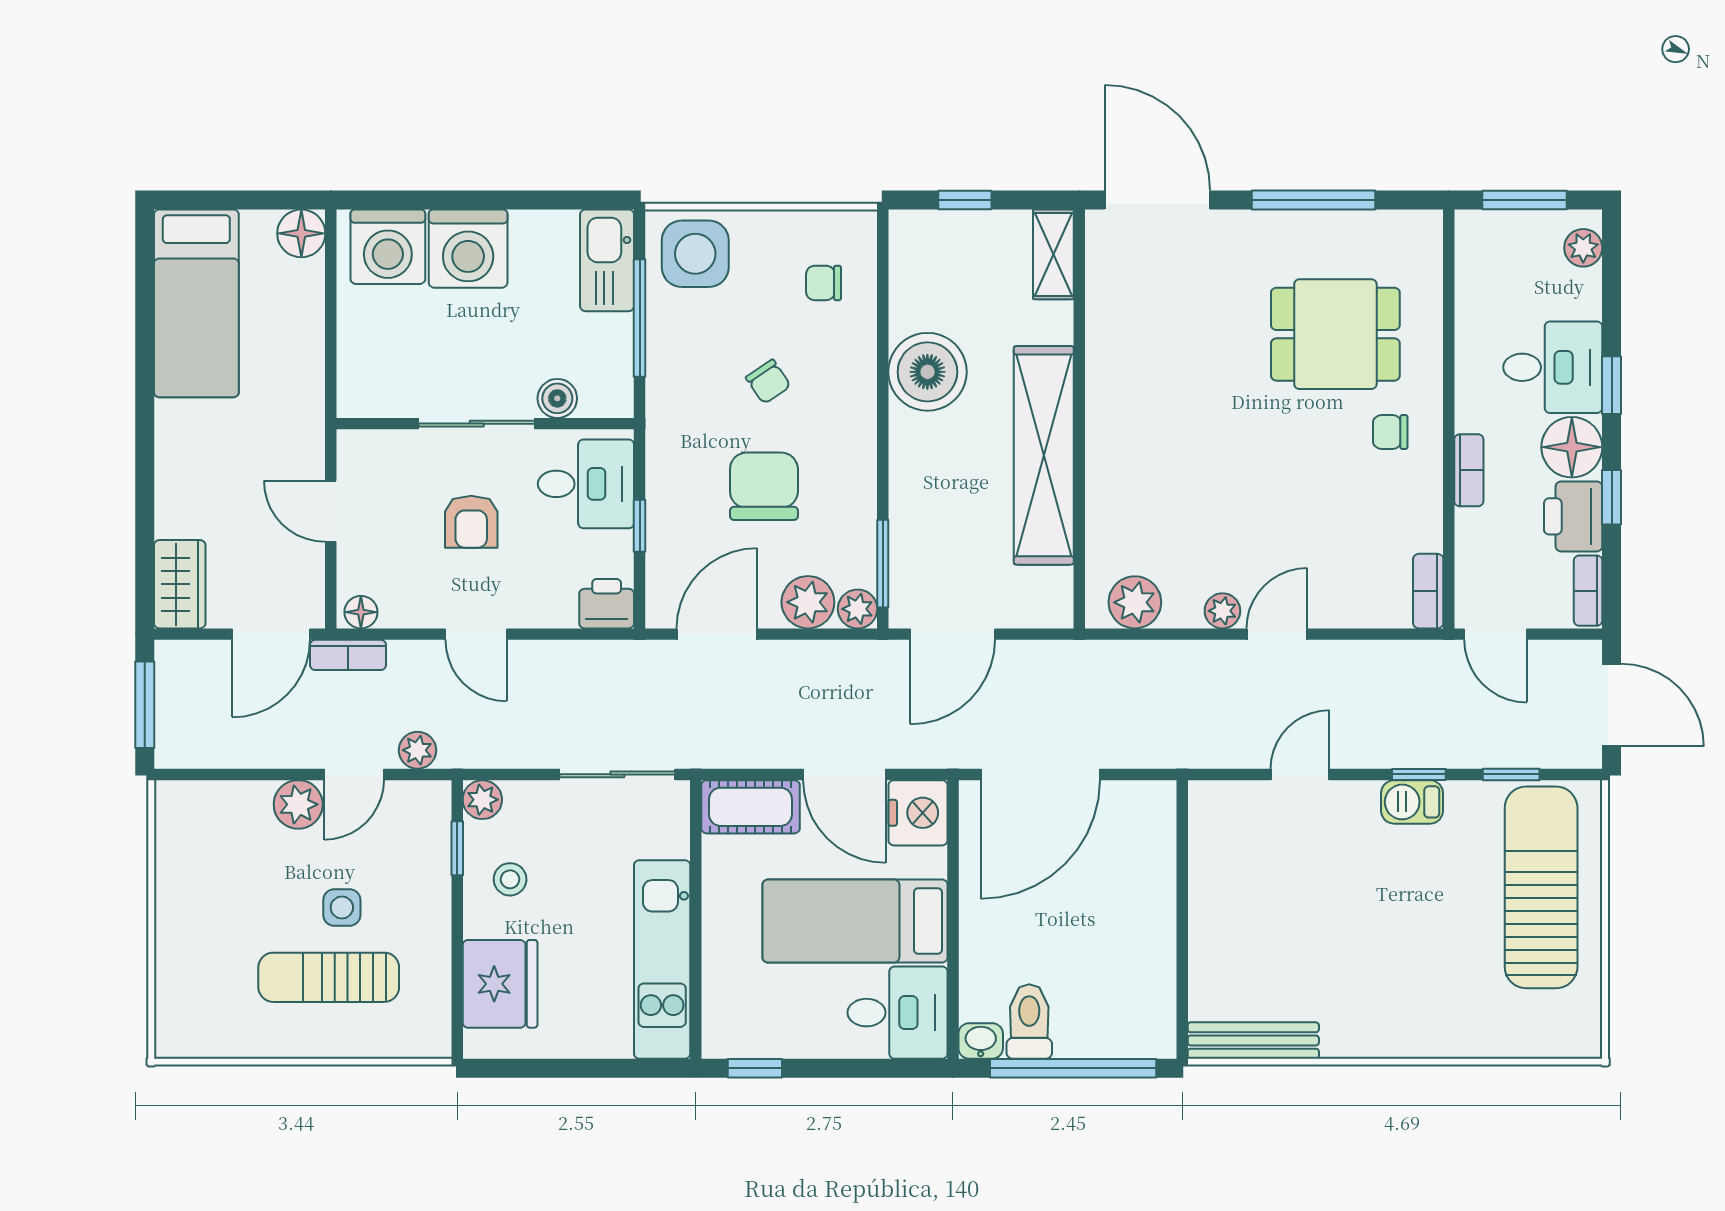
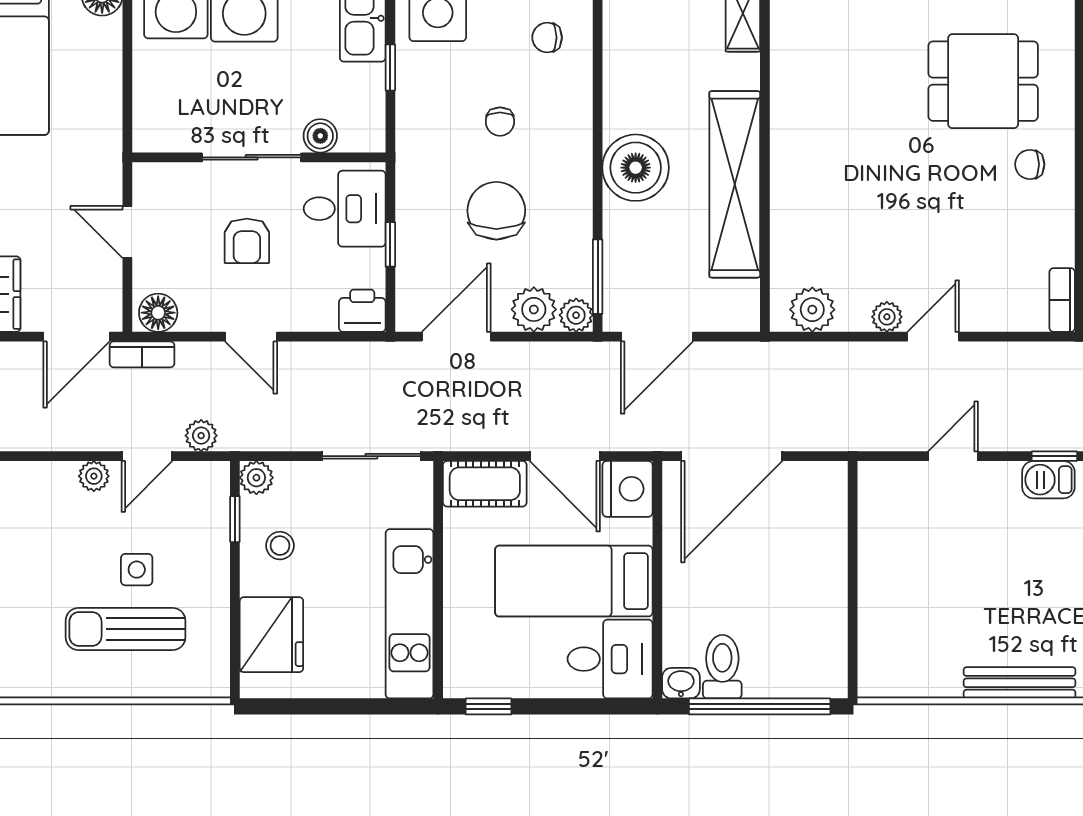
window: (640, 318) -> (390, 67), width x0.46
boiler: (927, 372) -> (636, 168), moved
chair: (768, 382) -> (500, 122), turned 34
floor lamp: (361, 612) -> (158, 313), width x1.37, depth x1.37
plant: (298, 804) -> (94, 476), width x0.73, depth x0.73
bench: (1253, 1040) -> (1020, 683), moved

